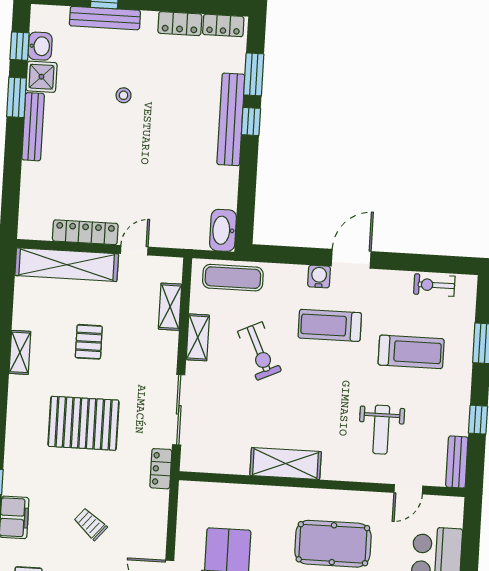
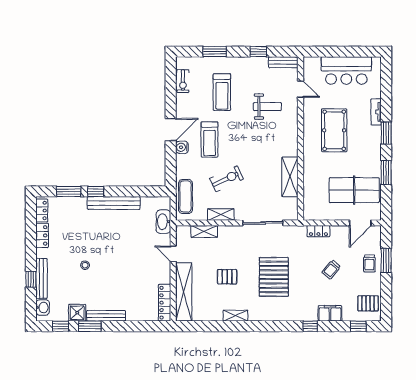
washbasin: (40, 46) -> (43, 307), moved, turned 90
bench: (231, 119) -> (114, 203), moved
washbasin: (223, 230) -> (163, 222), moved, turned 90
locker: (85, 232) -> (165, 303), moved
door: (351, 259) -> (171, 130), swing flipped
treadmill: (411, 352) -> (222, 92), turned 180
shelving: (286, 464) -> (290, 177), moved
locker: (161, 469) -> (318, 231), moved

